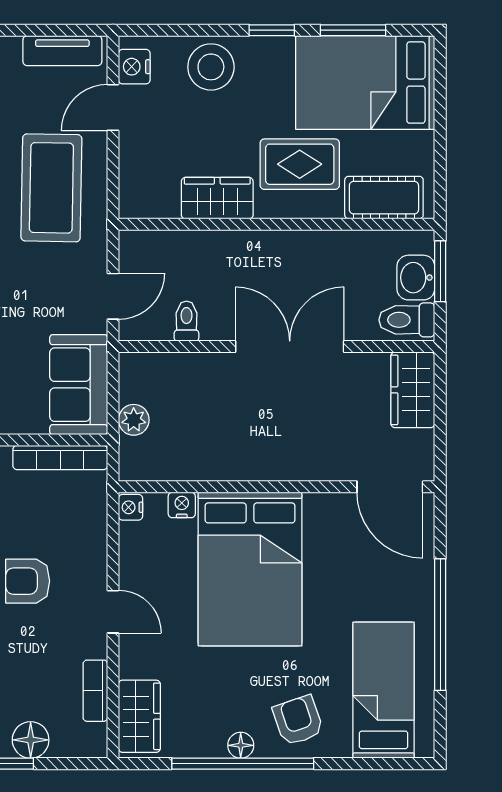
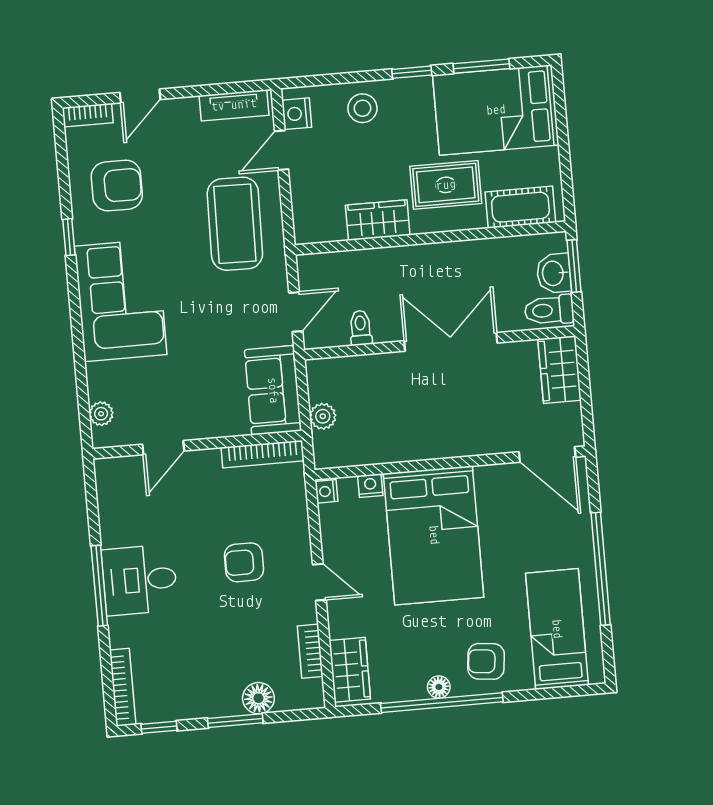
stool: (211, 67) -> (362, 108), width x0.73, depth x0.73
armchair: (298, 720) -> (486, 661), turned -65

